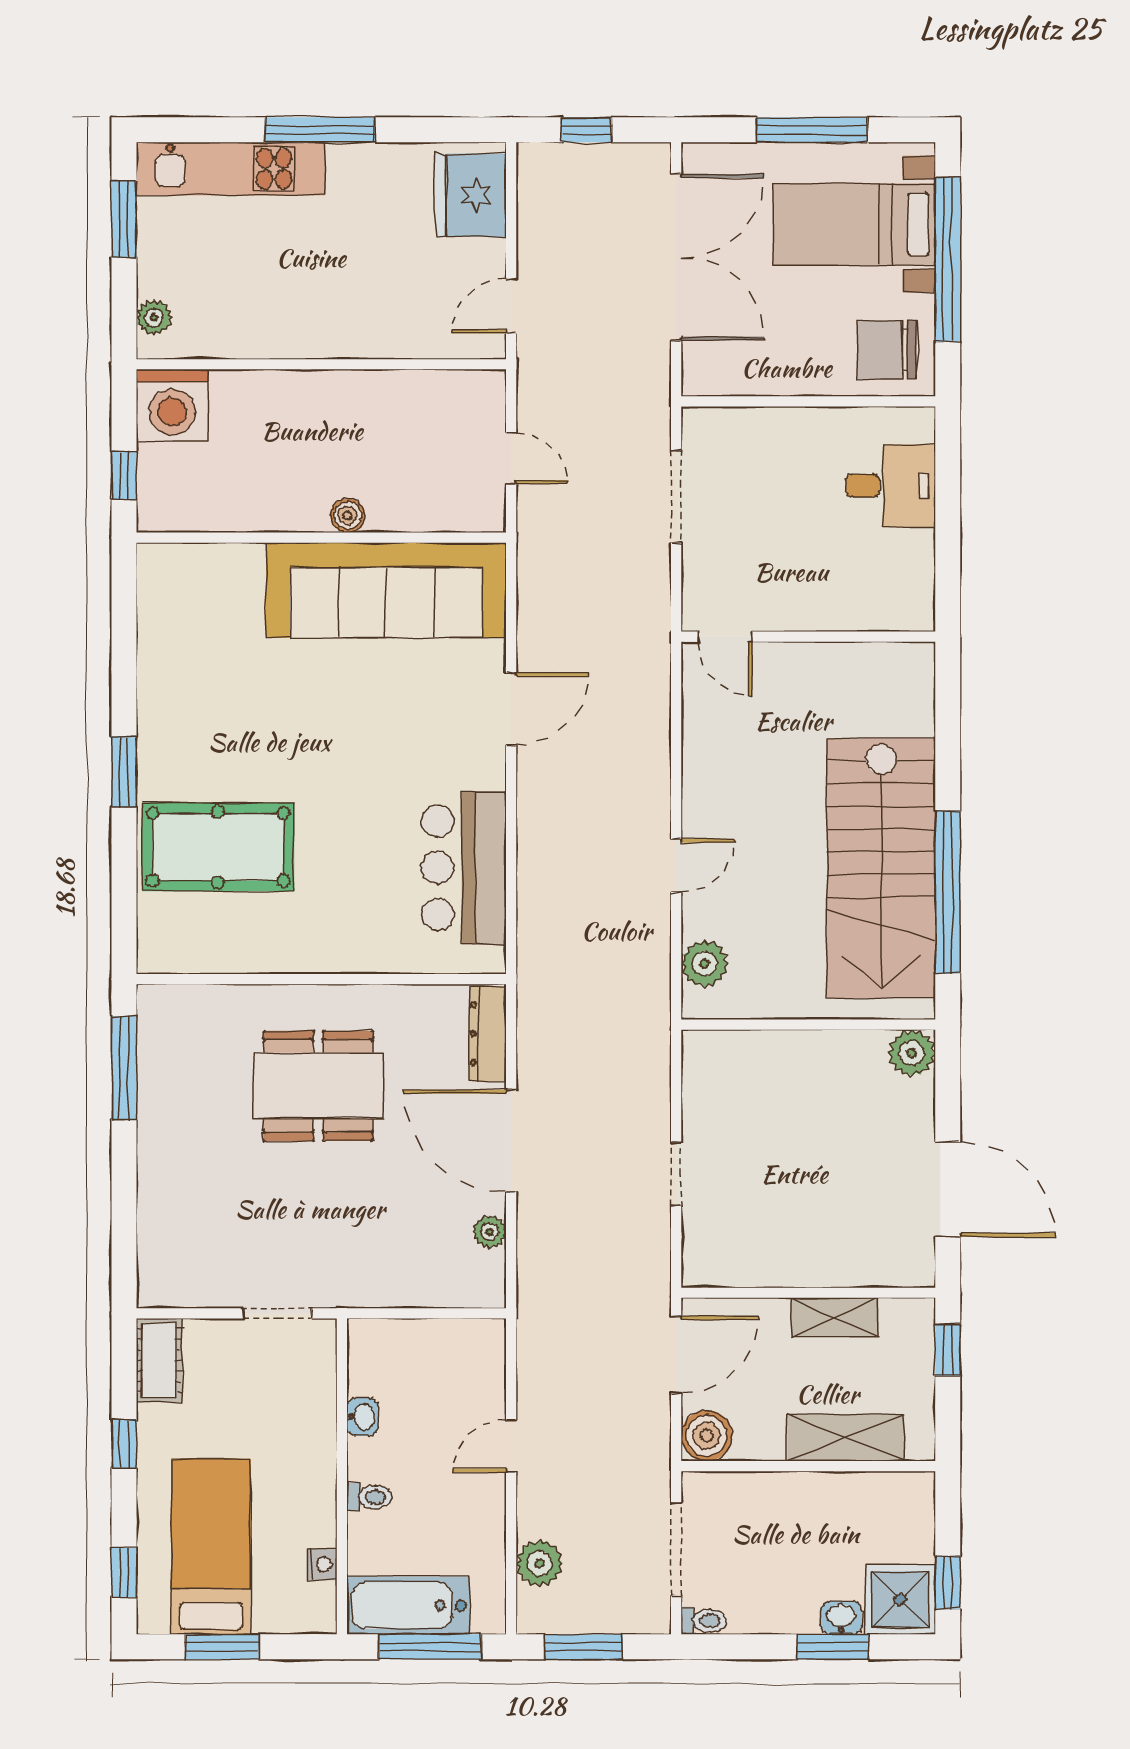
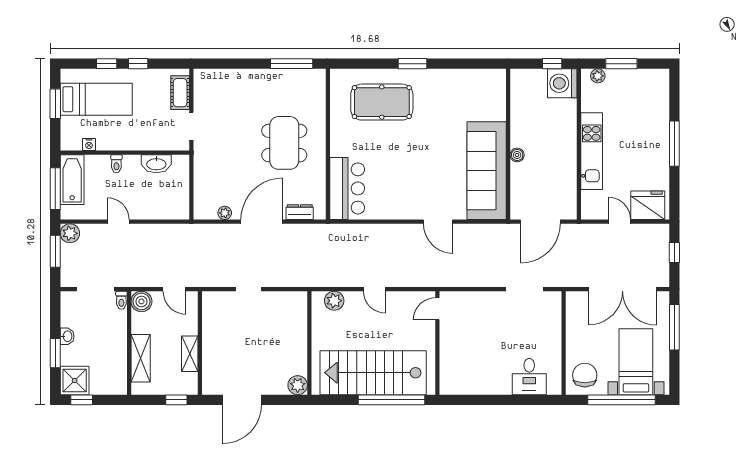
window: (812, 130) -> (674, 327), moved
kitchen unit: (231, 169) -> (592, 151), moved, turned 180
window: (124, 219) -> (621, 64), moved
door: (511, 306) -> (619, 222), moved
door: (511, 458) -> (540, 222), width x1.87
window: (124, 475) -> (552, 64), moved
door: (725, 637) -> (437, 309), moved
wall: (808, 637) -> (437, 343), moved
pool table: (218, 847) -> (382, 102), turned 90
bar counter: (464, 868) -> (347, 188), moved, turned 90
window: (948, 892) -> (391, 400), moved
dresser: (488, 1034) -> (300, 212), width x0.70
door: (676, 1355) -> (174, 289), width x0.73
cot: (159, 1360) -> (180, 93), moved, turned 90
washbasin: (362, 1417) -> (156, 164), width x1.91, depth x1.45
door: (511, 1446) -> (118, 222), moved
plant: (539, 1563) -> (70, 233), moved
window: (124, 1573) -> (107, 64), moved
washbasin: (841, 1618) -> (67, 336), moved
toilet: (704, 1621) -> (121, 300), moved

